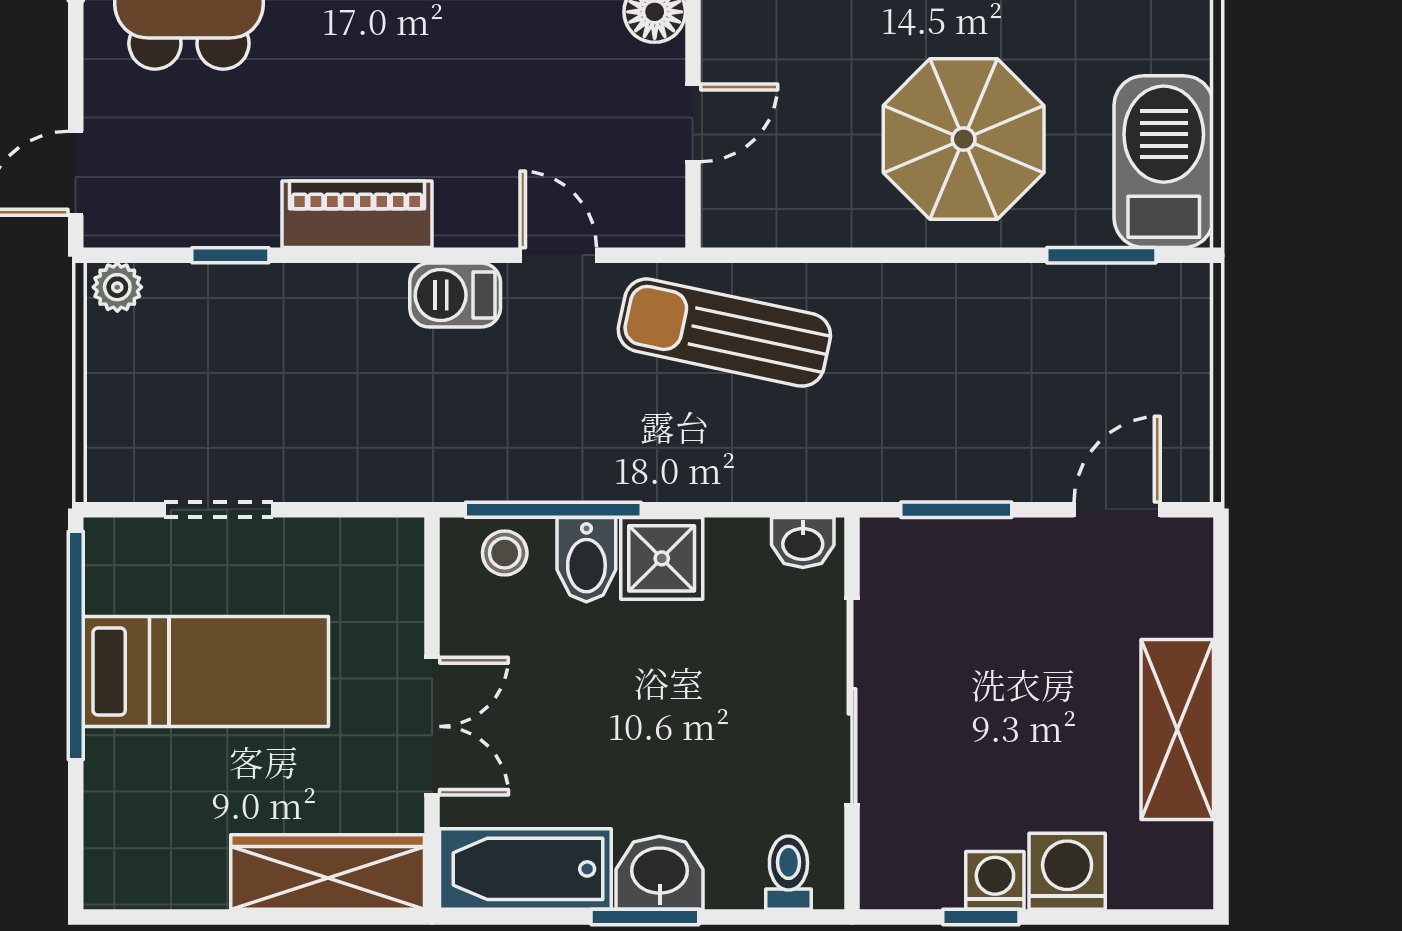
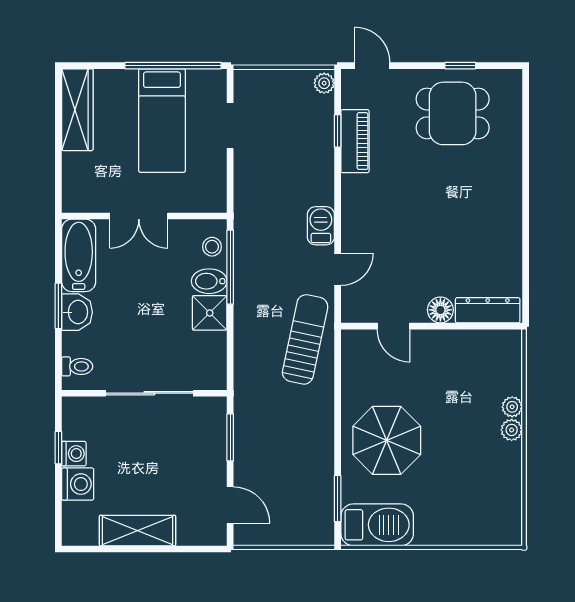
piano: (357, 214) -> (355, 141), moved
washbasin: (803, 543) -> (216, 372), removed
wardrobe: (328, 872) -> (77, 110), moved

